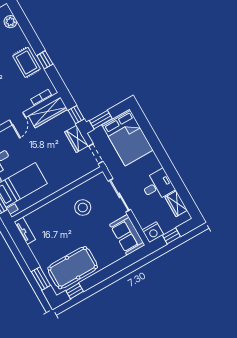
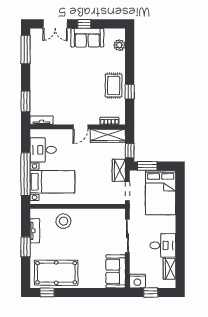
stool: (83, 208) -> (64, 221), moved
tv unit: (25, 231) -> (35, 231), moved
window: (41, 279) -> (26, 247), moved

